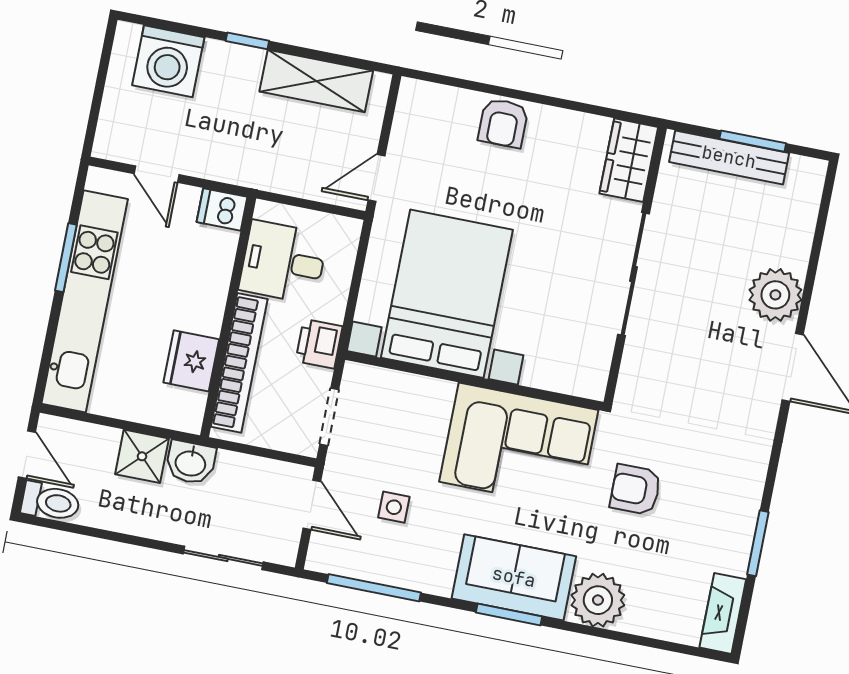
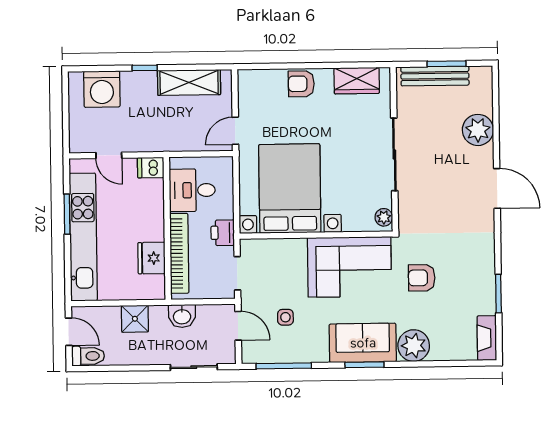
armchair: (503, 123) -> (301, 84), turned 90
wardrobe: (629, 160) -> (357, 81), moved, turned -90
plant: (775, 295) -> (478, 130), moved
plant: (594, 375) -> (384, 217), added
washbasin: (191, 462) -> (182, 316), moved

